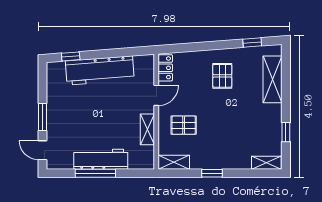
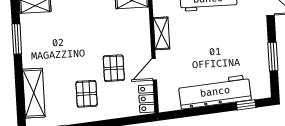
window: (42, 117) -> (273, 57), moved
pallet: (184, 125) -> (114, 68), moved, turned 90
window: (286, 132) -> (17, 39), width x1.50

